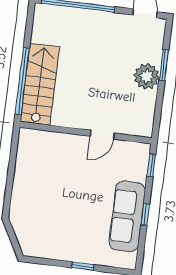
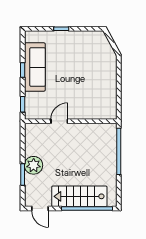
stairs: (40, 84) -> (79, 196), moved, turned 90

